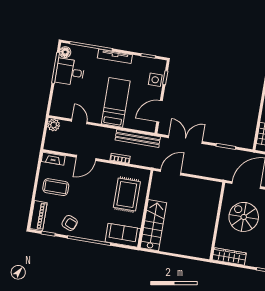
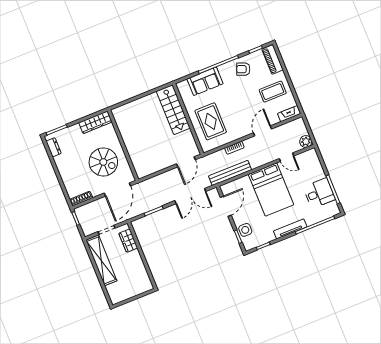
floor lamp: (65, 52) -> (333, 207), removed
bed: (116, 102) -> (271, 190), width x1.50
sofa: (123, 235) -> (205, 81), moved

